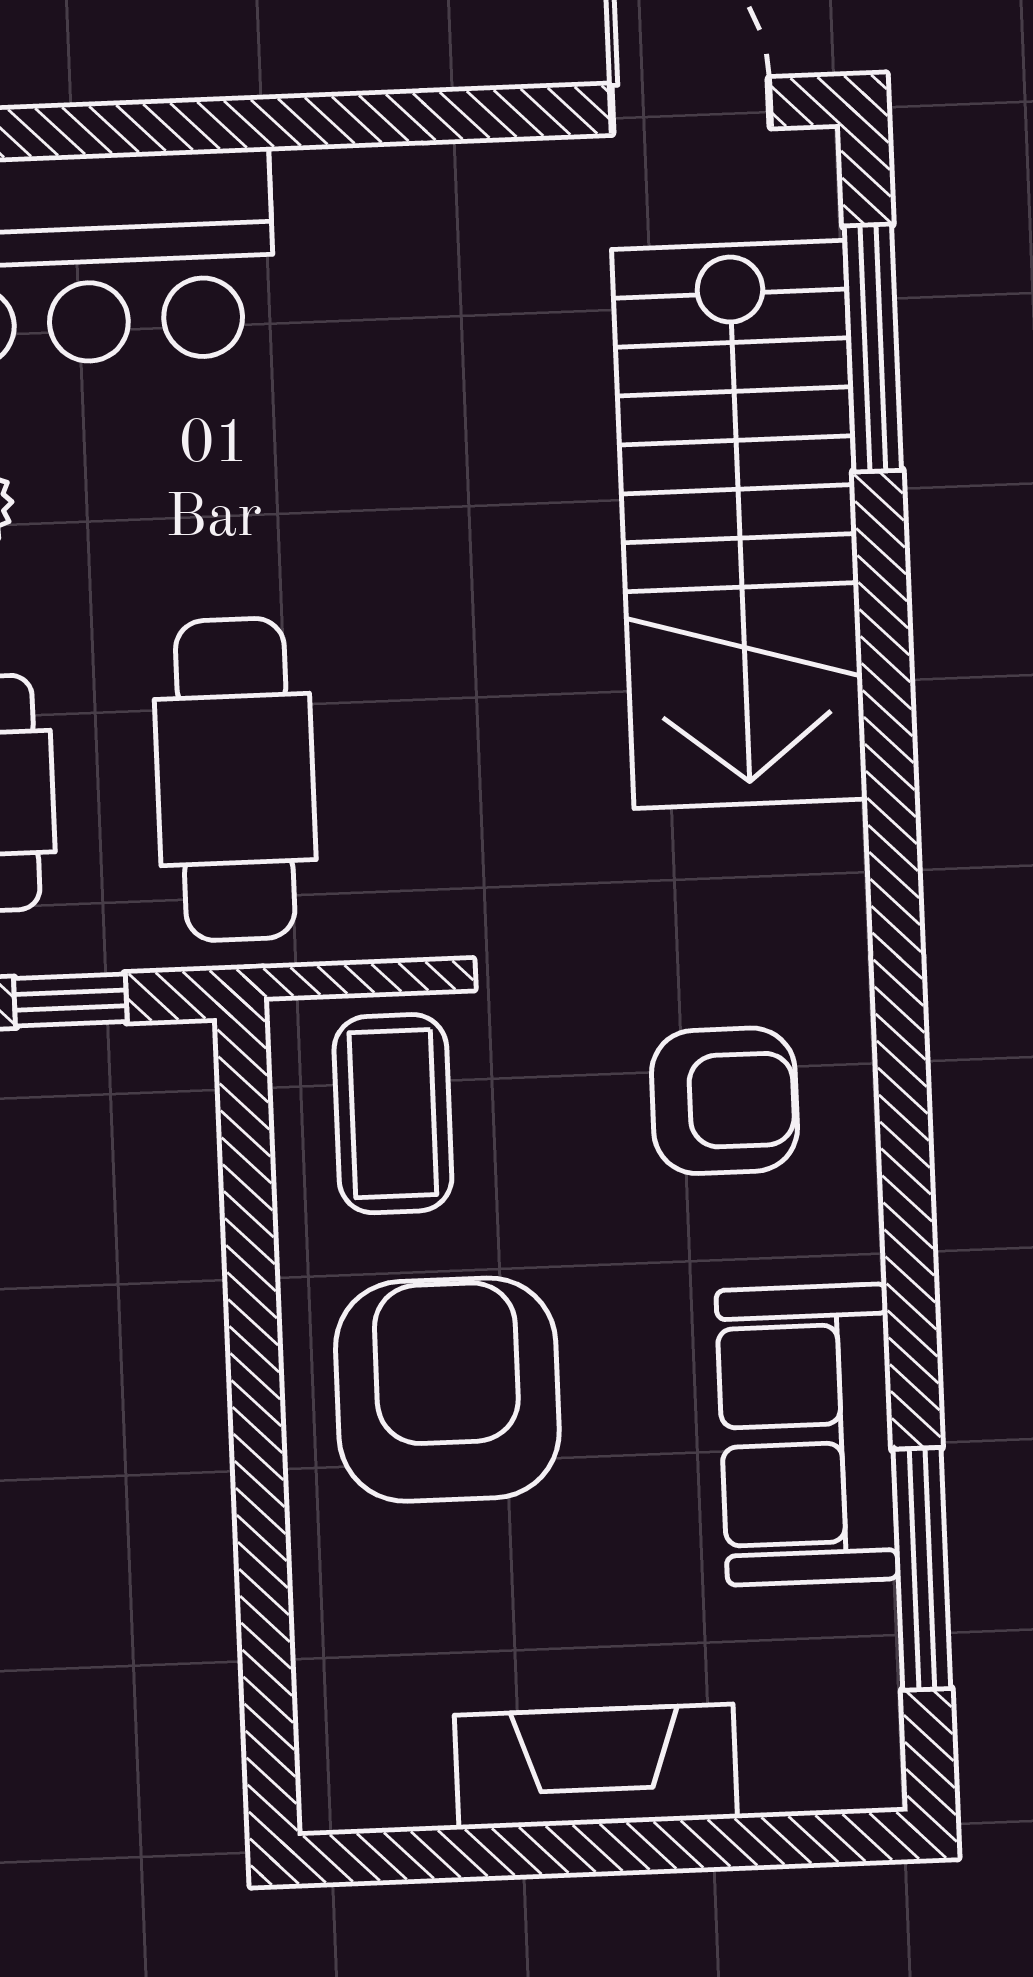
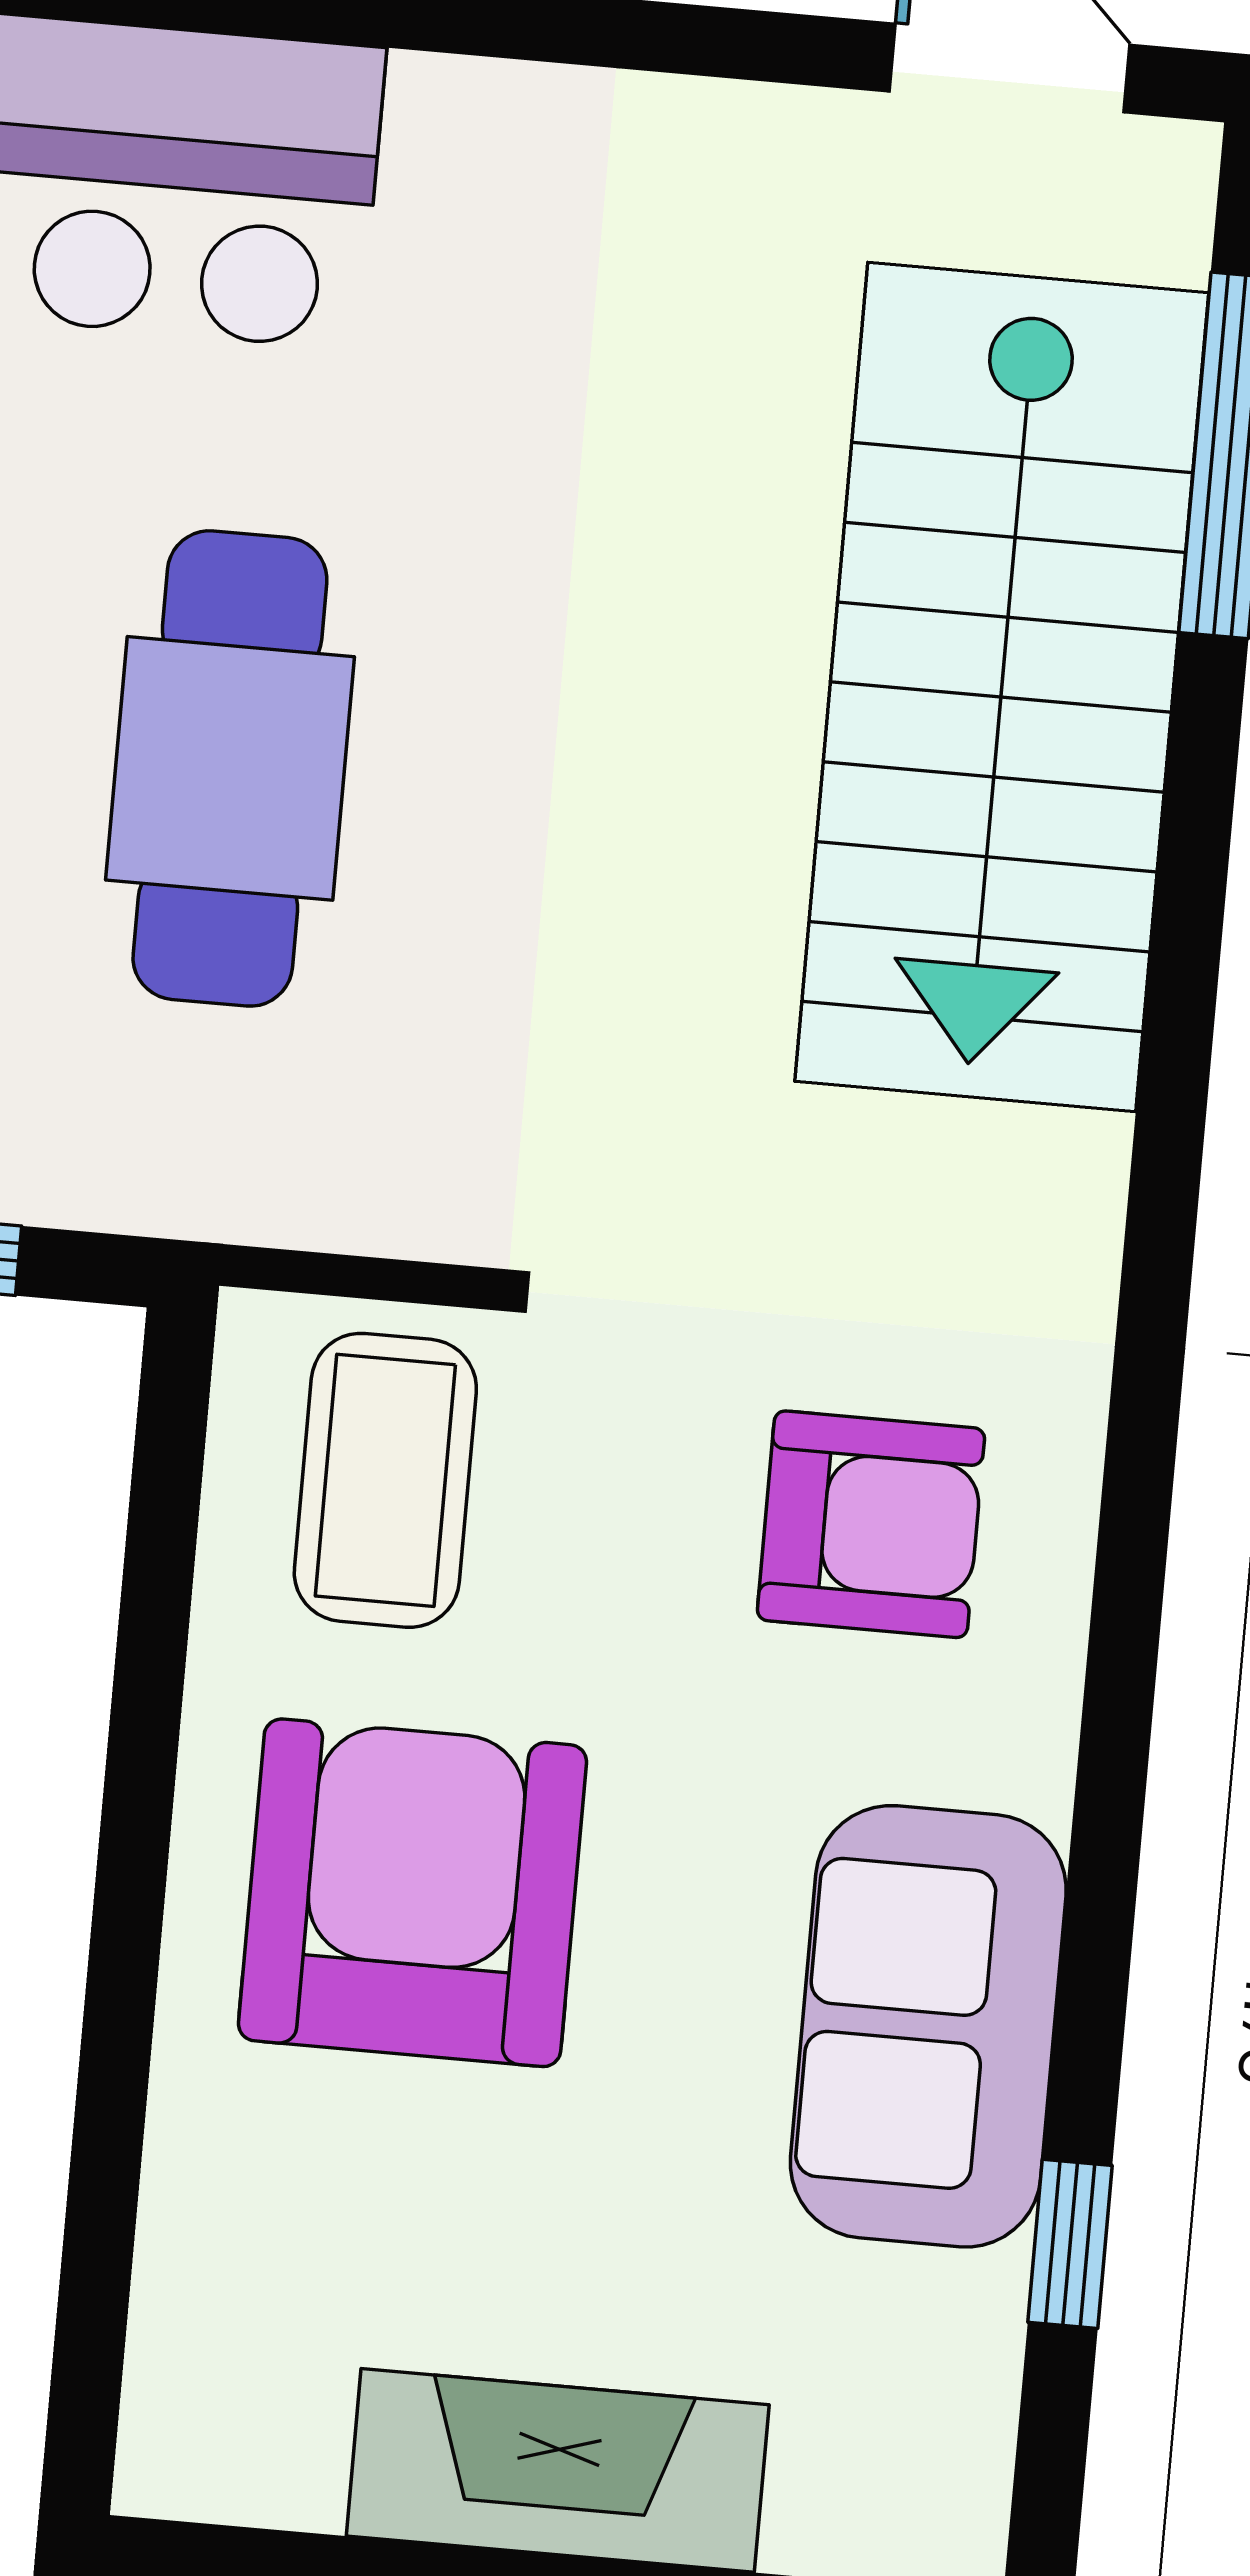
cafe table: (235, 779) -> (230, 768), moved
window: (922, 1569) -> (1070, 2244), width x0.46

